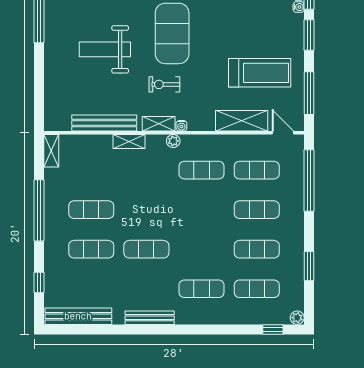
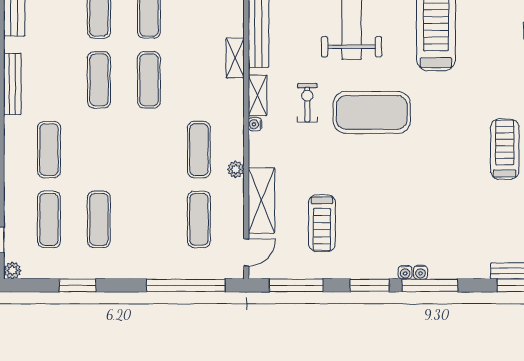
treadmill: (260, 73) -> (322, 223), width x0.73, depth x0.73
plant: (173, 141) -> (236, 169), moved
exercise mat: (257, 210) -> (149, 80), moved

